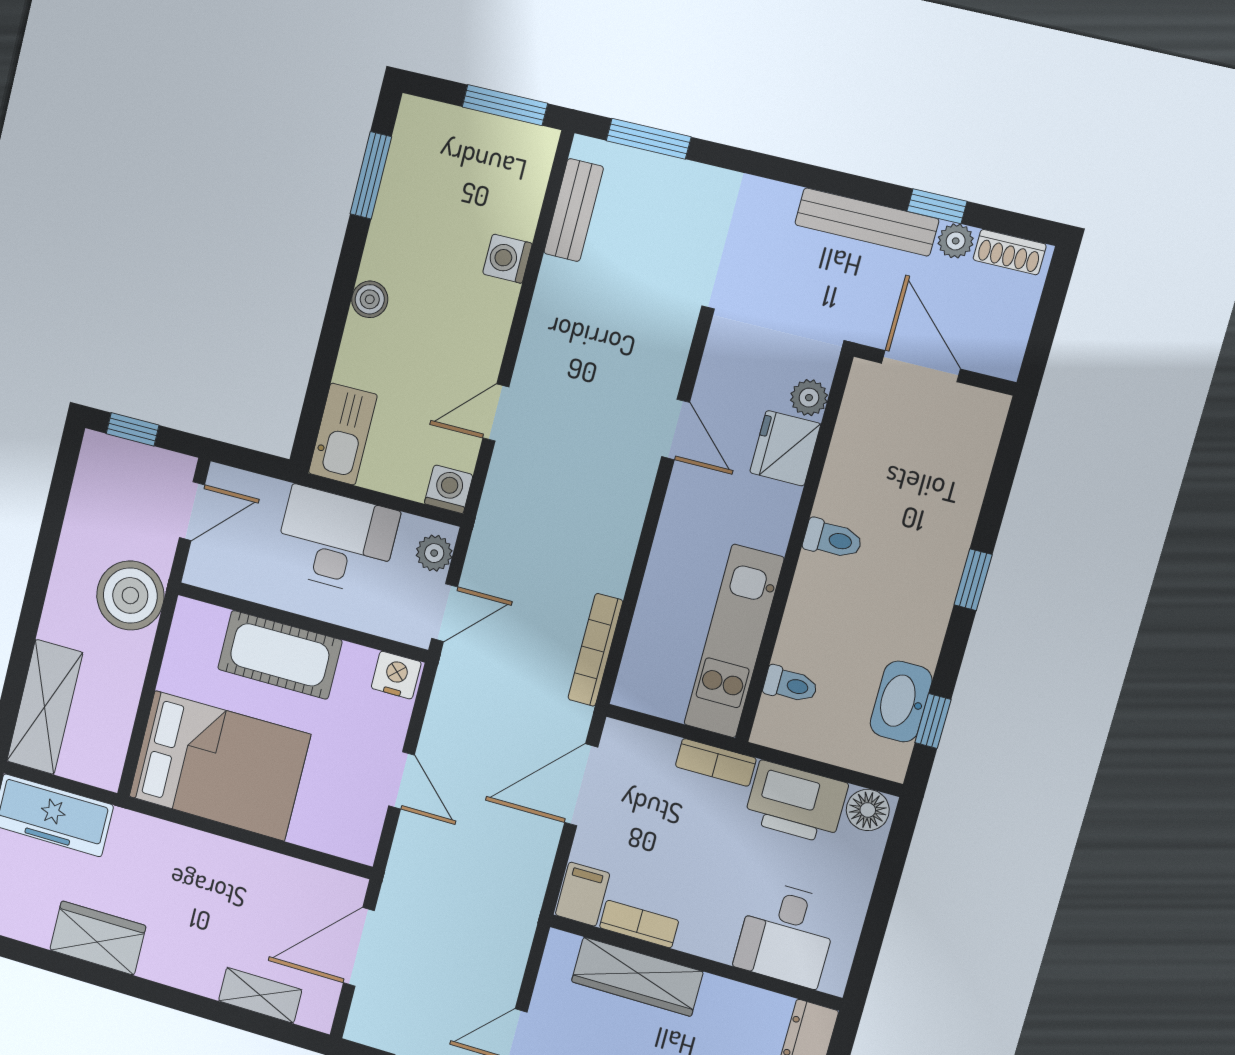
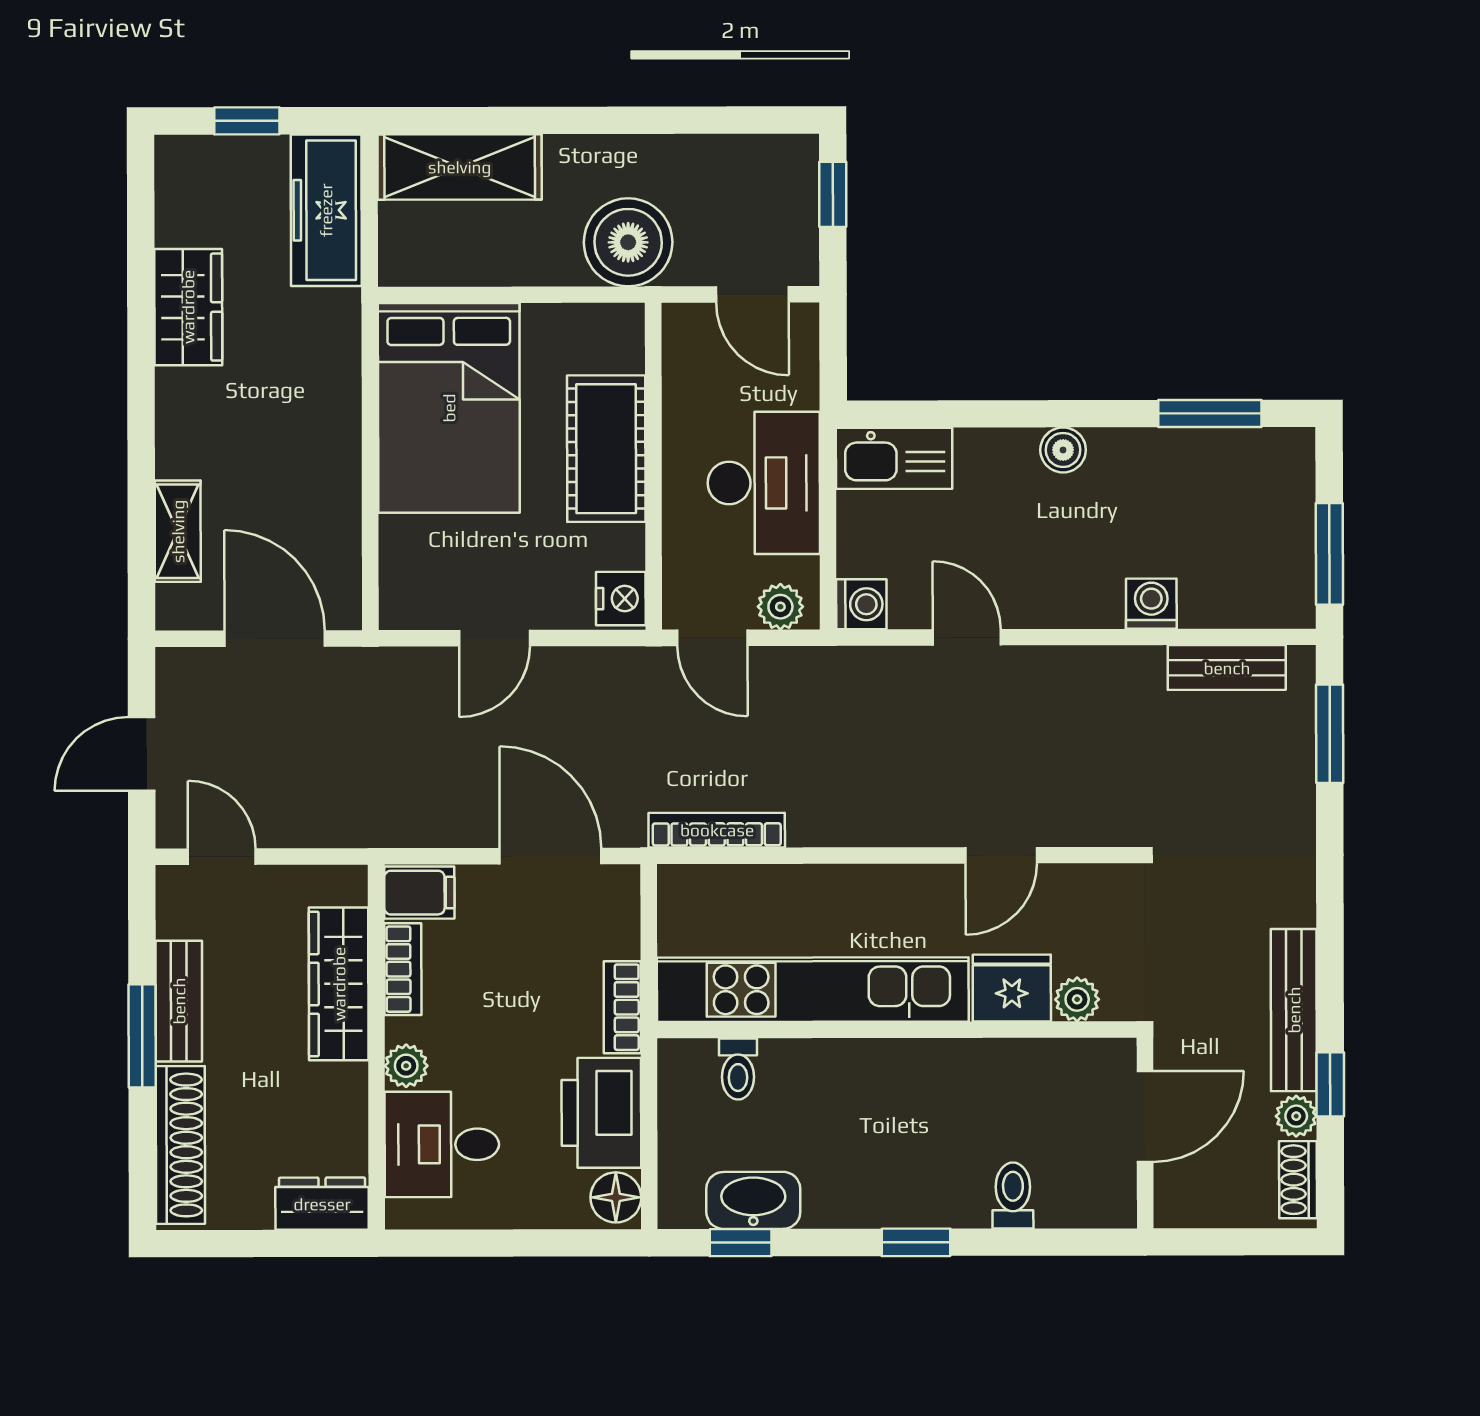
toilet: (833, 539) -> (1013, 1195), moved, turned 180
kitchen unit: (734, 641) -> (813, 990), width x1.36
plant: (716, 944) -> (406, 1066), added

